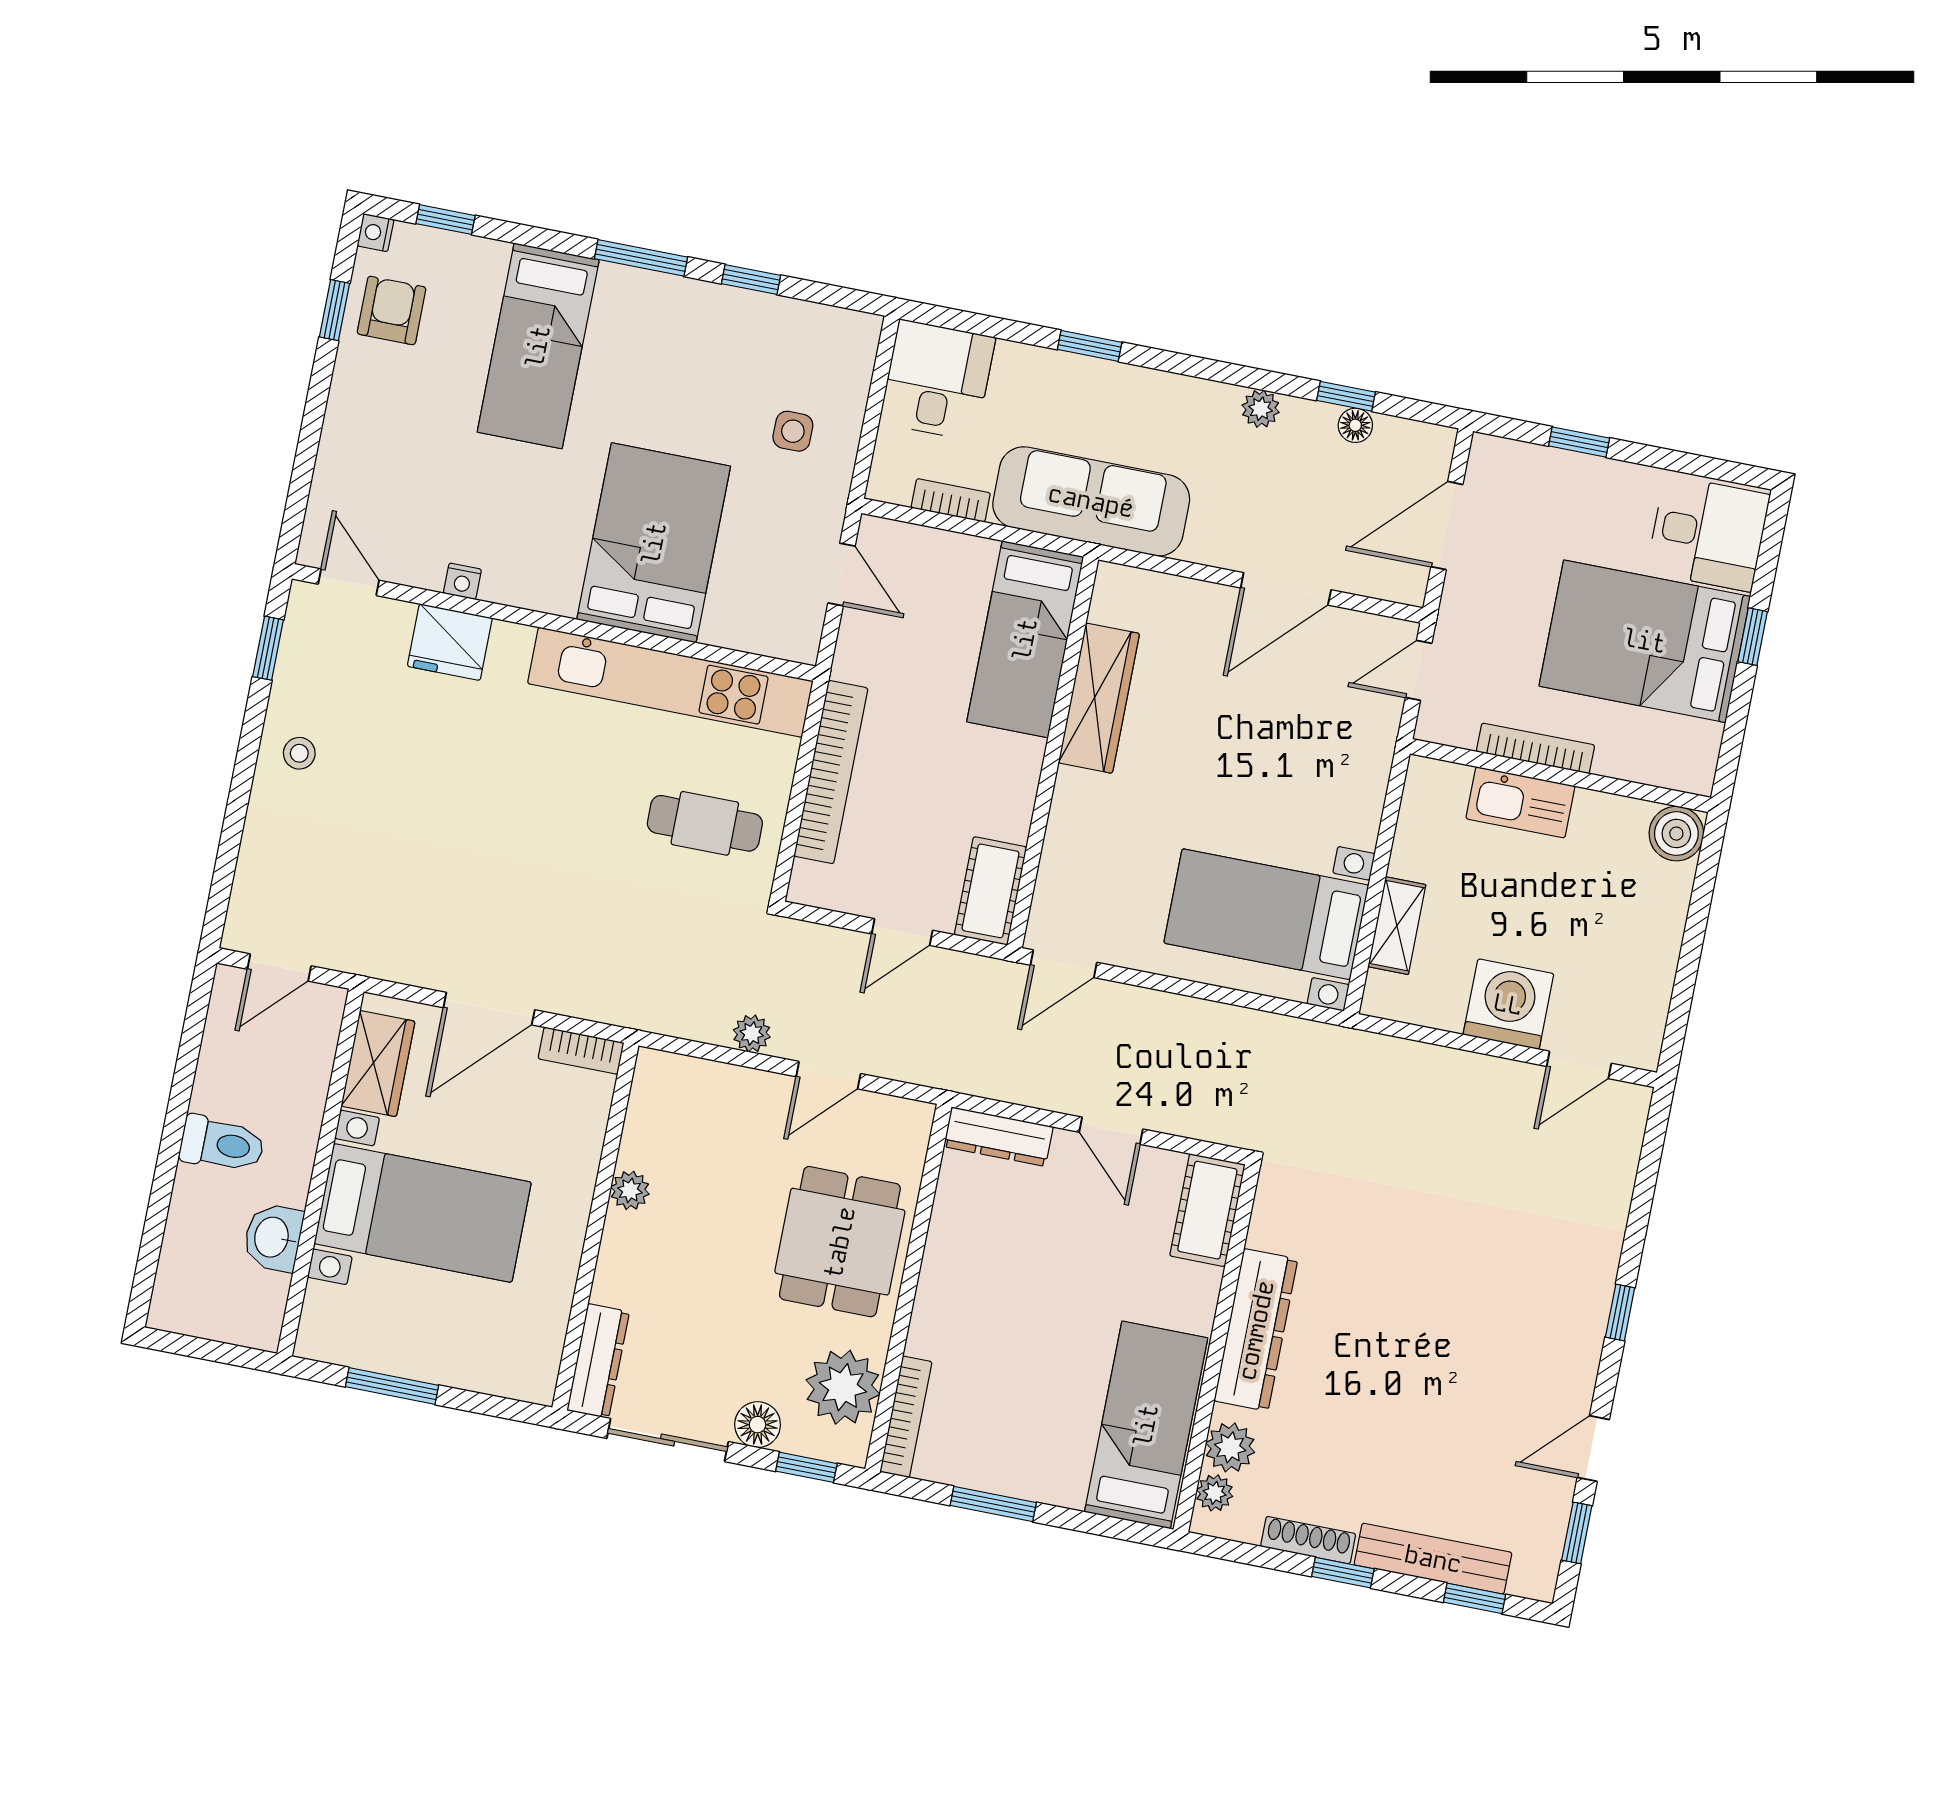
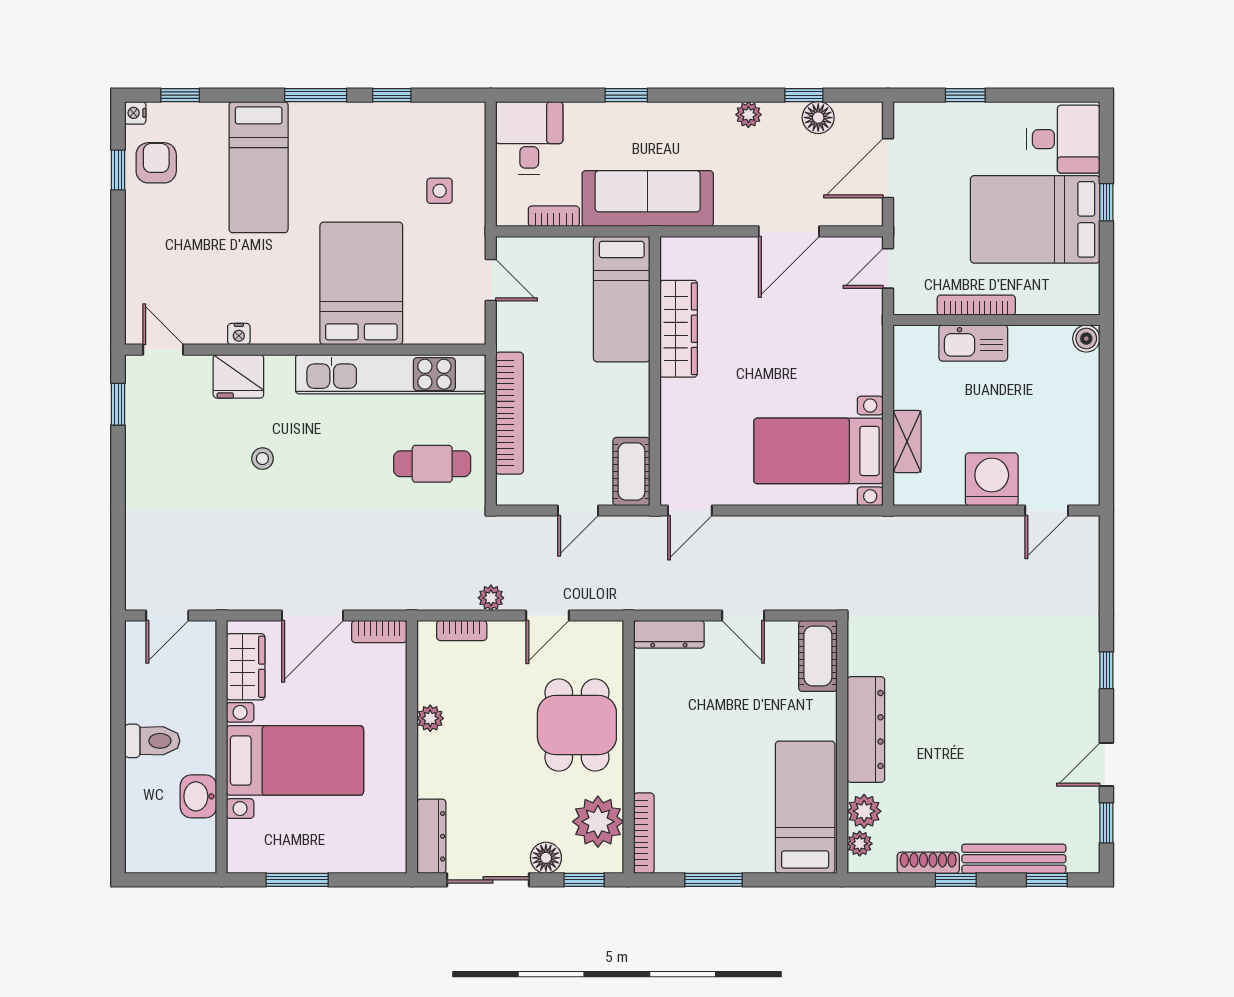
floor lamp: (1355, 425) -> (818, 118), width x1.37, depth x1.37
stool: (299, 753) -> (262, 459), moved
boiler: (1676, 834) -> (1086, 339), width x0.73, depth x0.73
bookcase: (700, 1072) -> (462, 631), added

